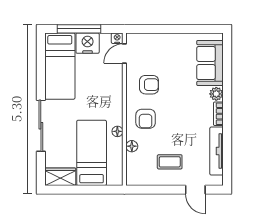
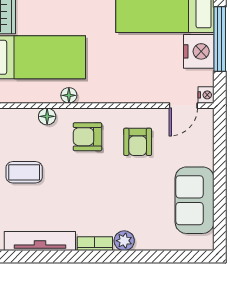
door: (124, 54) -> (183, 106), swing flipped
sofa: (210, 63) -> (195, 200), moved, turned -90
coffee table: (170, 162) -> (24, 172), turned 90

